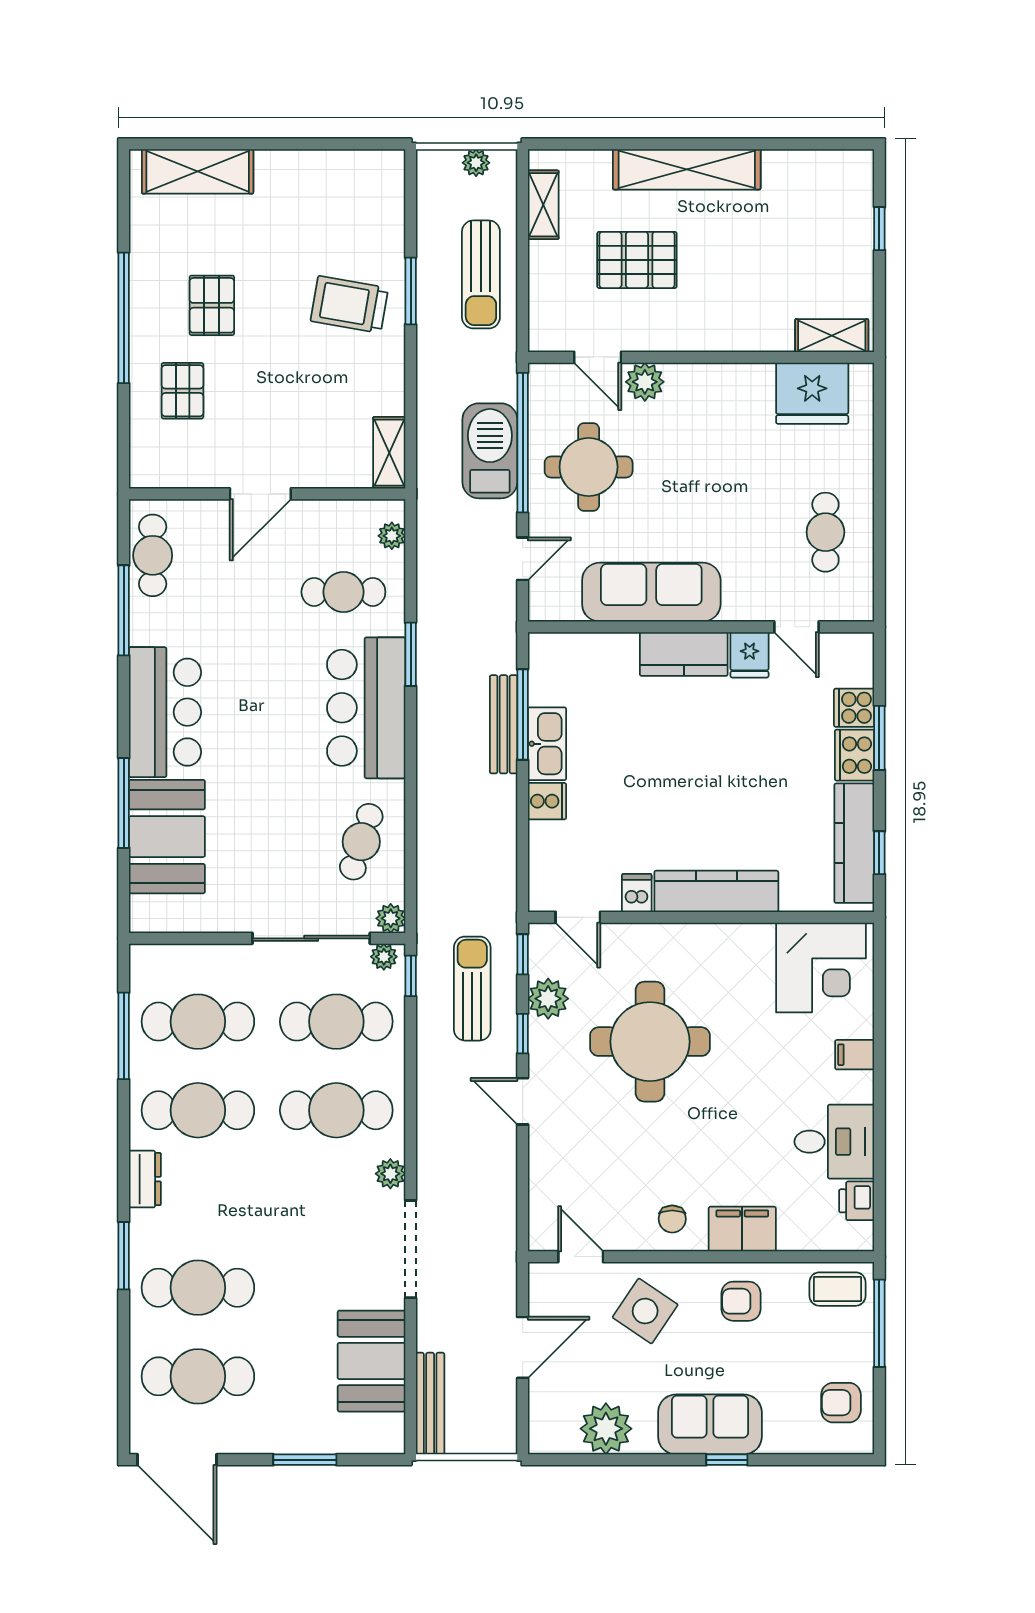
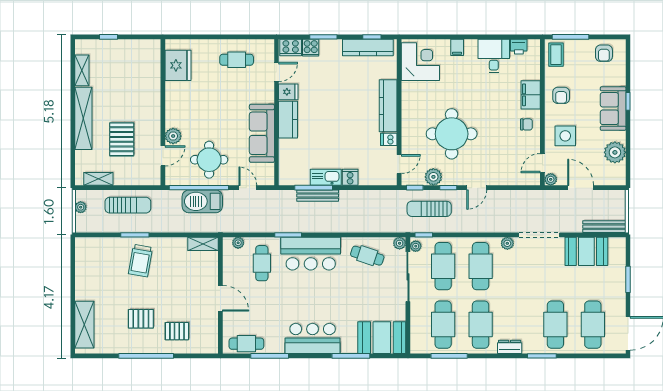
shelving: (832, 336) -> (82, 70), moved
cooker: (855, 755) -> (291, 47), moved
booth: (167, 837) -> (382, 338), moved
plant: (542, 1276) -> (551, 179), added
side table: (645, 1311) -> (565, 136), turned -34

